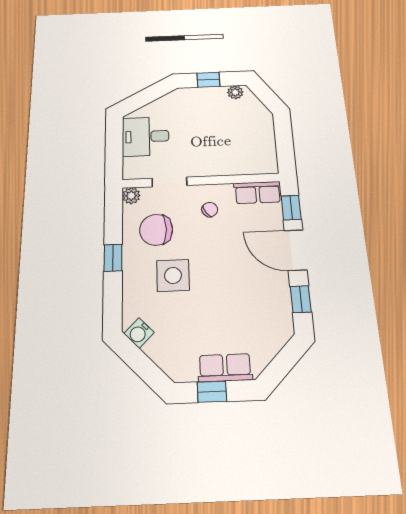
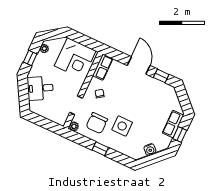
desk: (146, 136) -> (40, 88), moved, turned 61
corner desk: (247, 144) -> (75, 58), added
window: (291, 208) -> (118, 56), removed
door: (296, 250) -> (139, 65), swing flipped
water cooler: (139, 333) -> (150, 149), moved

